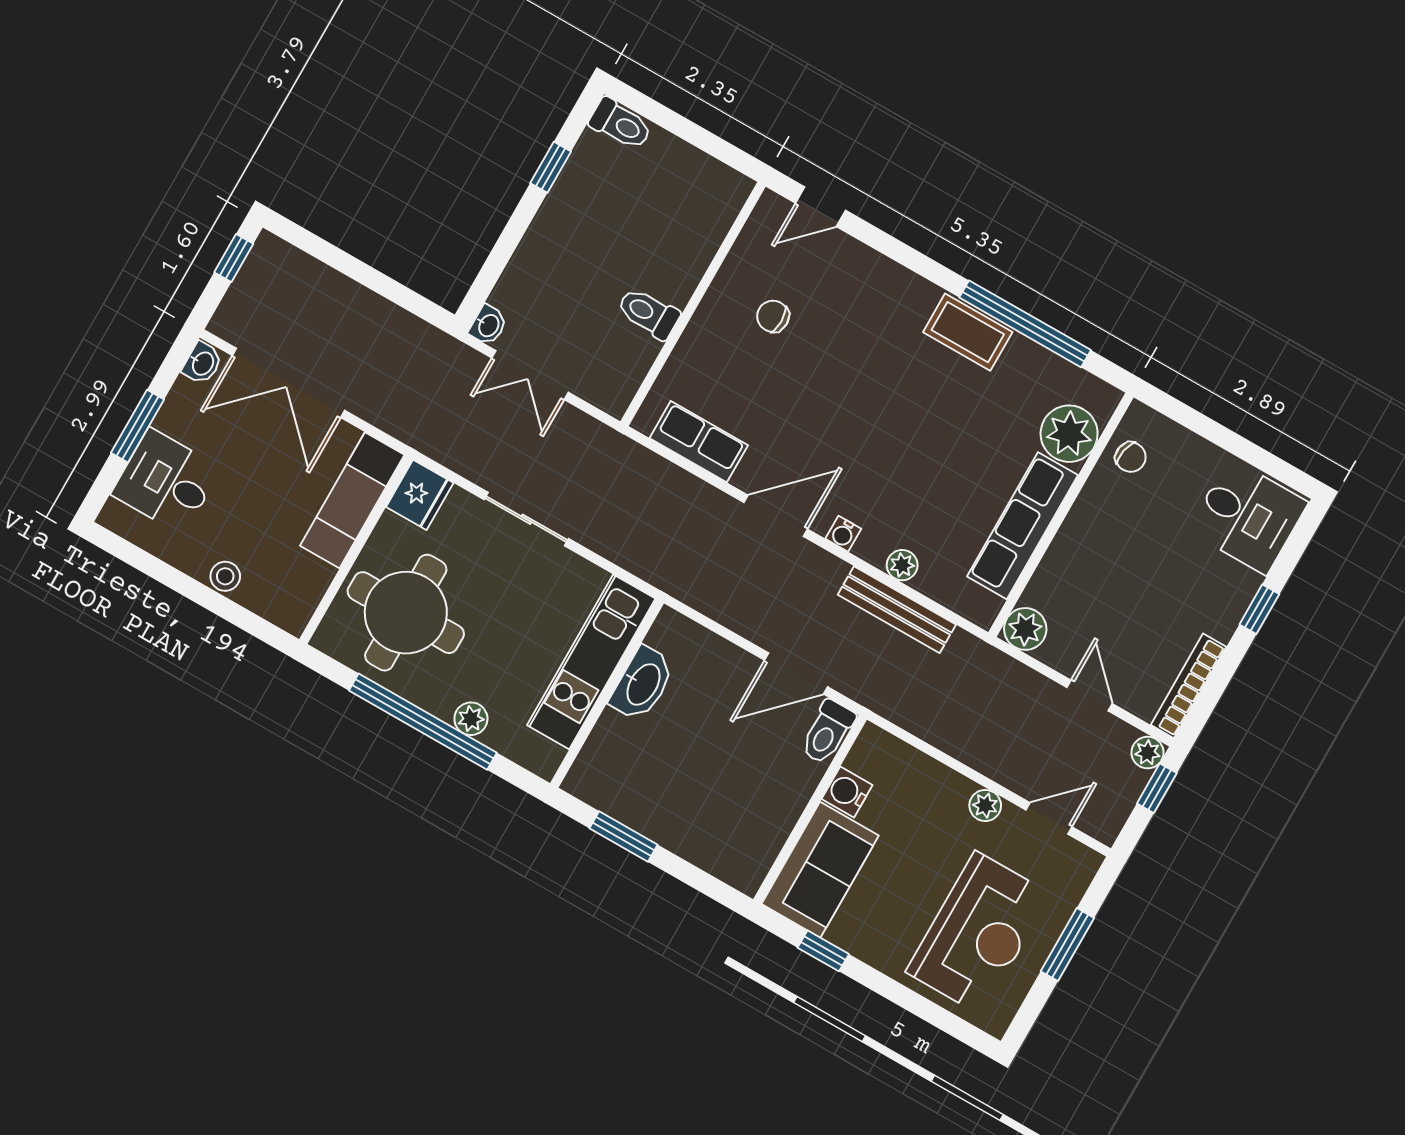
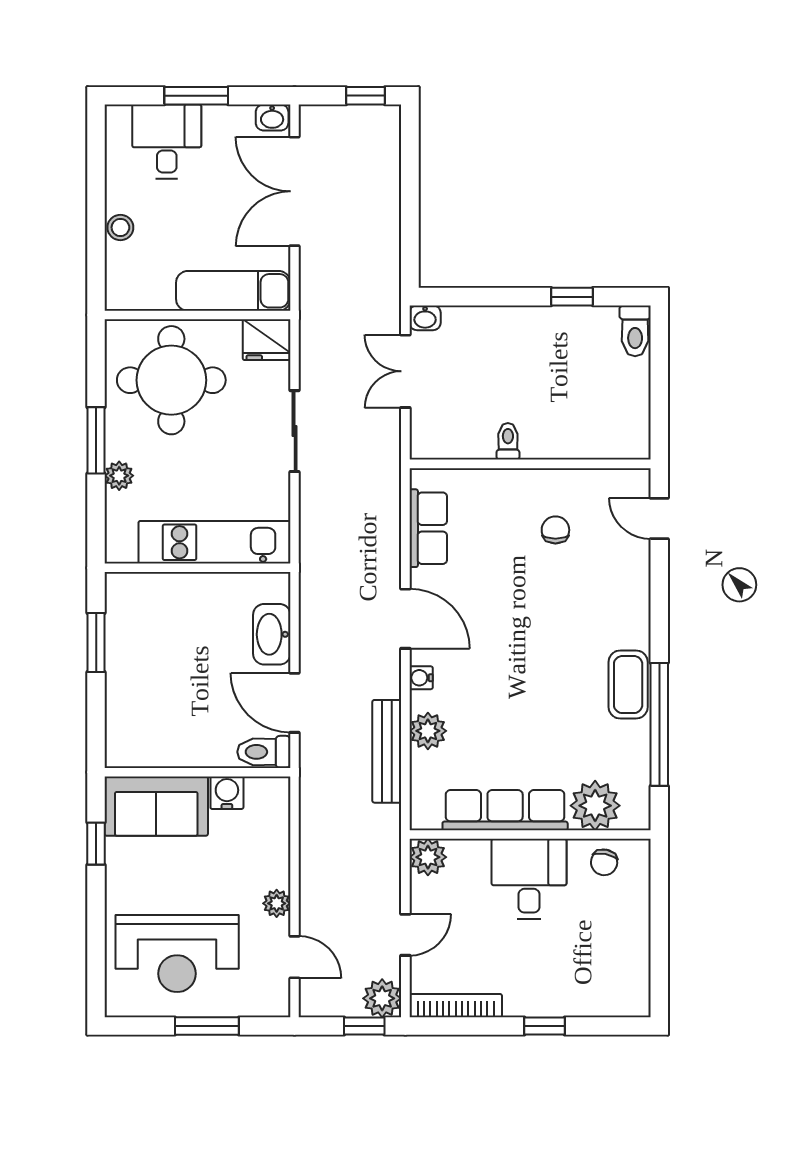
toilet: (648, 313) -> (508, 441), width x0.73, depth x0.72
desk: (1248, 516) -> (529, 879), moved, turned 180
plant: (902, 565) -> (428, 731), width x1.38, depth x1.38
washbasin: (642, 684) -> (272, 634), moved, turned 90
window: (423, 722) -> (96, 440), width x0.47
plant: (1148, 753) -> (382, 998), width x1.38, depth x1.38

